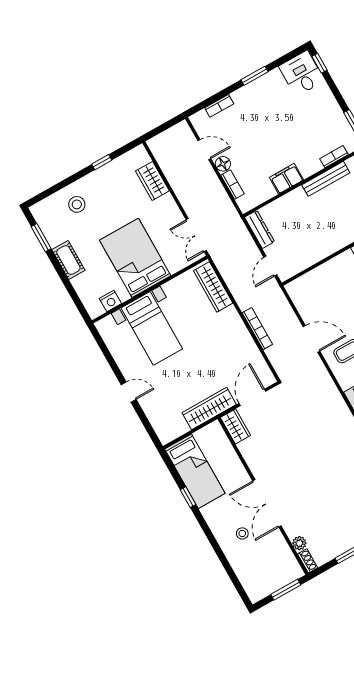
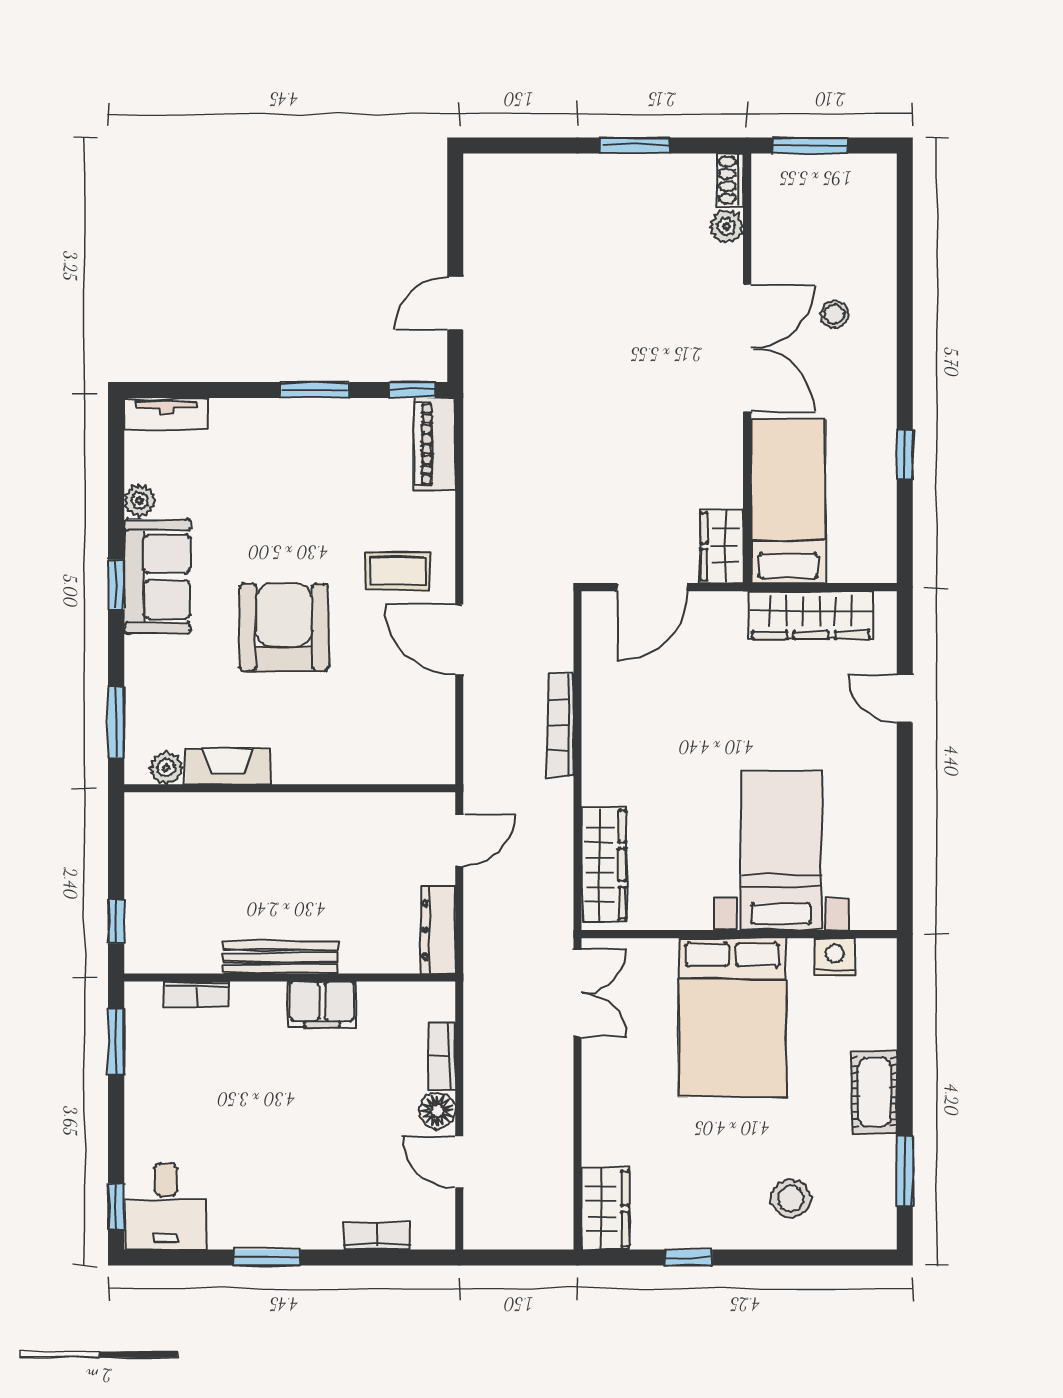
bench: (326, 179) -> (280, 957), moved
wardrobe: (152, 181) -> (605, 1209), moved
door: (129, 392) -> (905, 698), moved
wardrobe: (209, 409) -> (811, 615), moved
bed: (195, 471) -> (788, 501), moved

